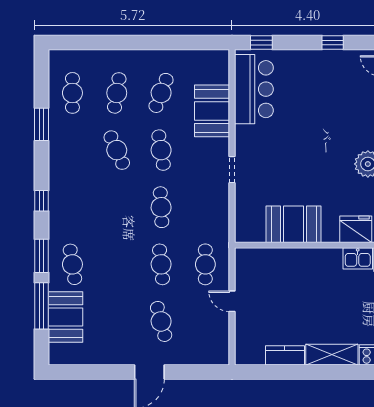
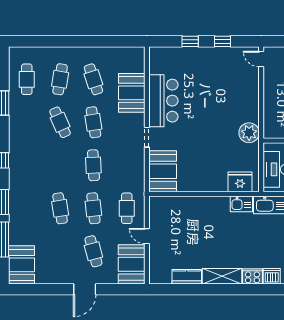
window: (261, 43) -> (190, 41), moved
bar counter: (254, 89) -> (163, 101), moved
cafe table: (161, 93) -> (93, 79), turned -39
booth: (294, 224) -> (163, 171), moved, turned 90
cafe table: (72, 264) -> (60, 208), moved
booth: (65, 317) -> (21, 265), moved
booth: (212, 339) -> (132, 264), added

